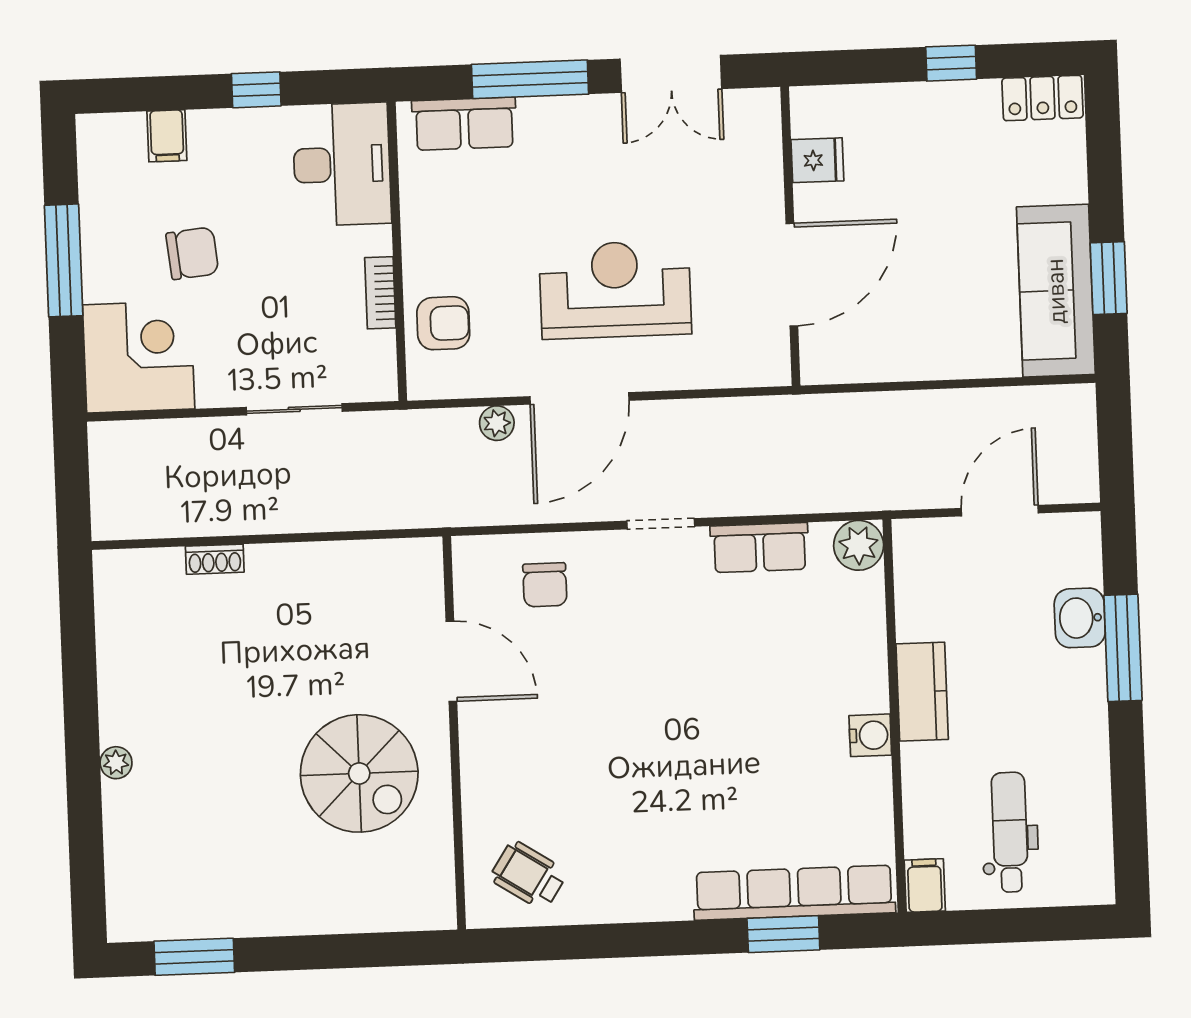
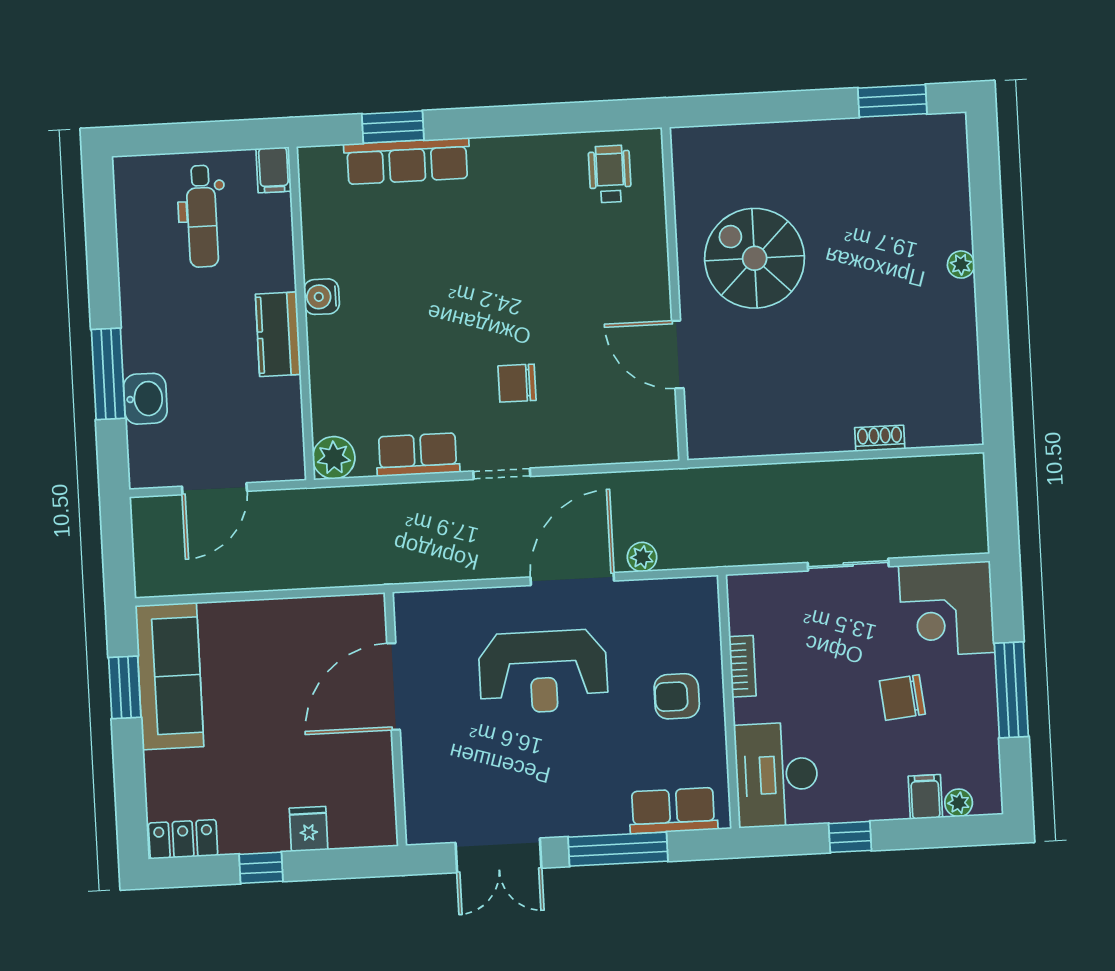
double door: (671, 74) -> (499, 855), swing flipped
plant: (128, 128) -> (959, 803), added
fridge: (817, 160) -> (309, 829), moved, turned 90
armchair: (443, 323) -> (677, 696), moved
sliding door: (294, 409) -> (848, 565), moved
chair: (545, 585) -> (517, 383), moved, turned -90
wheelchair: (528, 875) -> (610, 174), turned -123
row of seats: (794, 893) -> (407, 161), width x0.73

